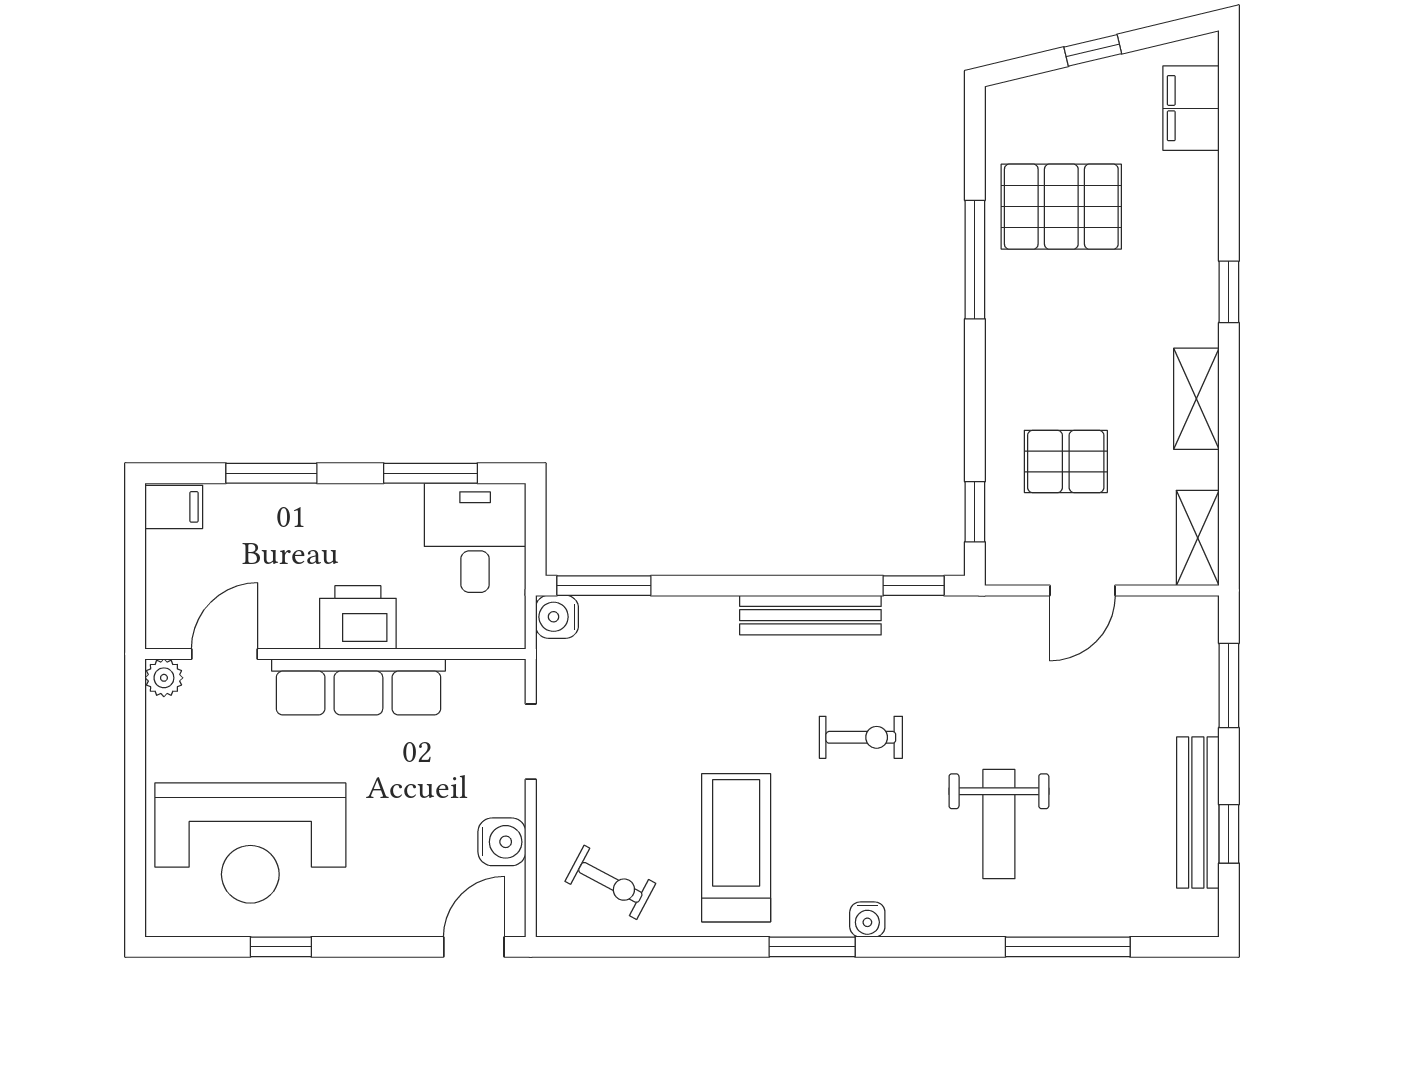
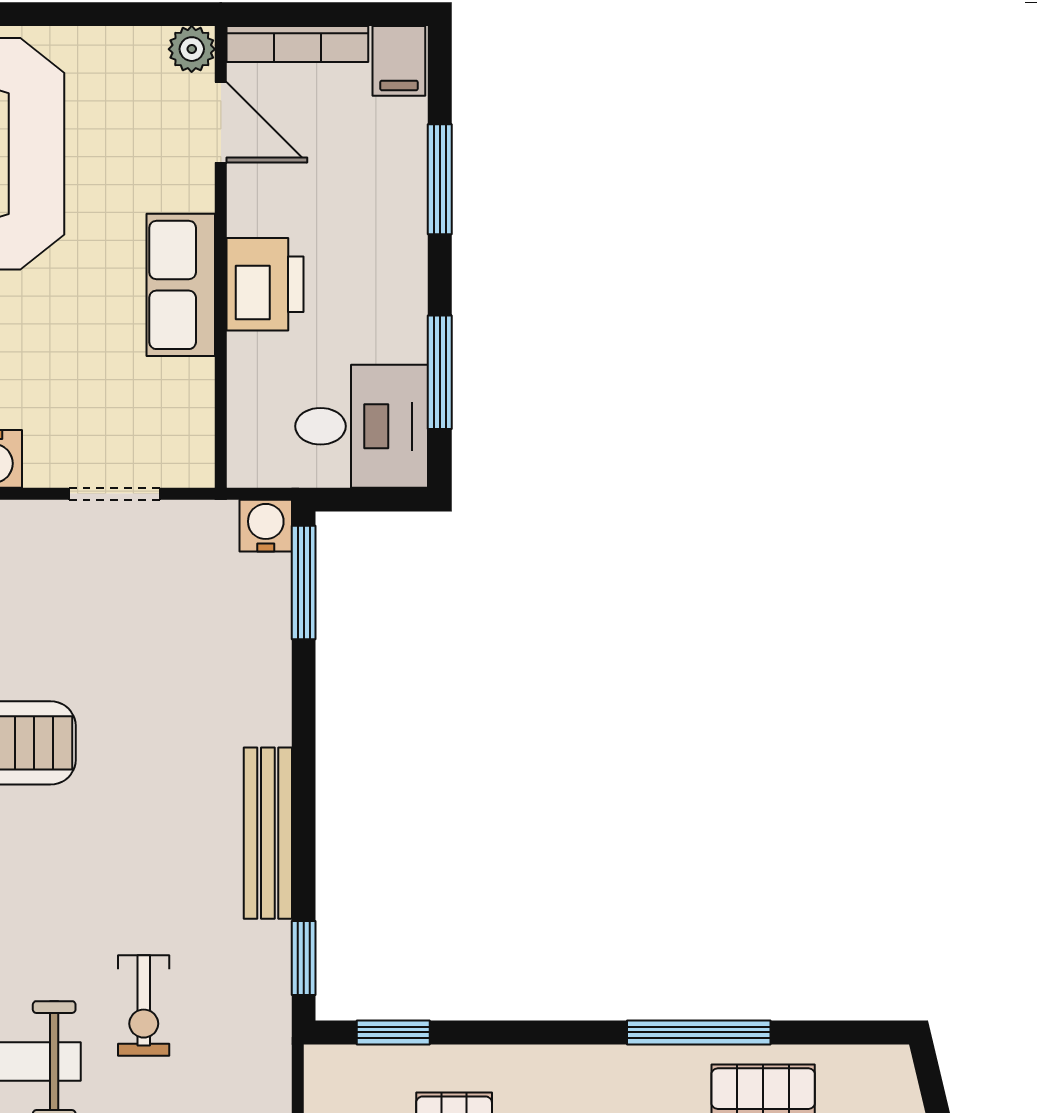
bookcase: (160, 591) -> (297, 44), added
row of seats: (358, 687) -> (181, 285), width x0.68
exercise bike: (861, 737) -> (144, 1005), moved

